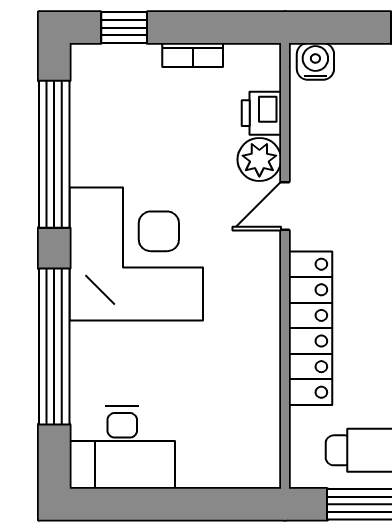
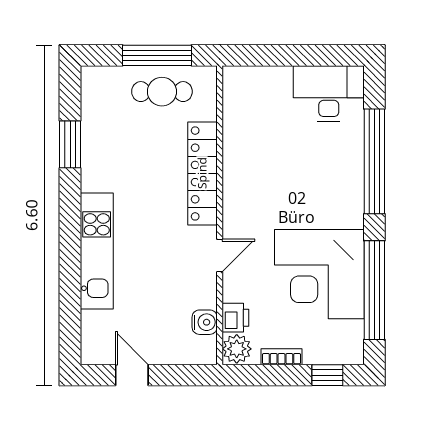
water cooler: (315, 61) -> (205, 322), moved, turned -90
plant: (259, 160) -> (237, 349), moved
corner desk: (136, 254) -> (319, 274), moved

